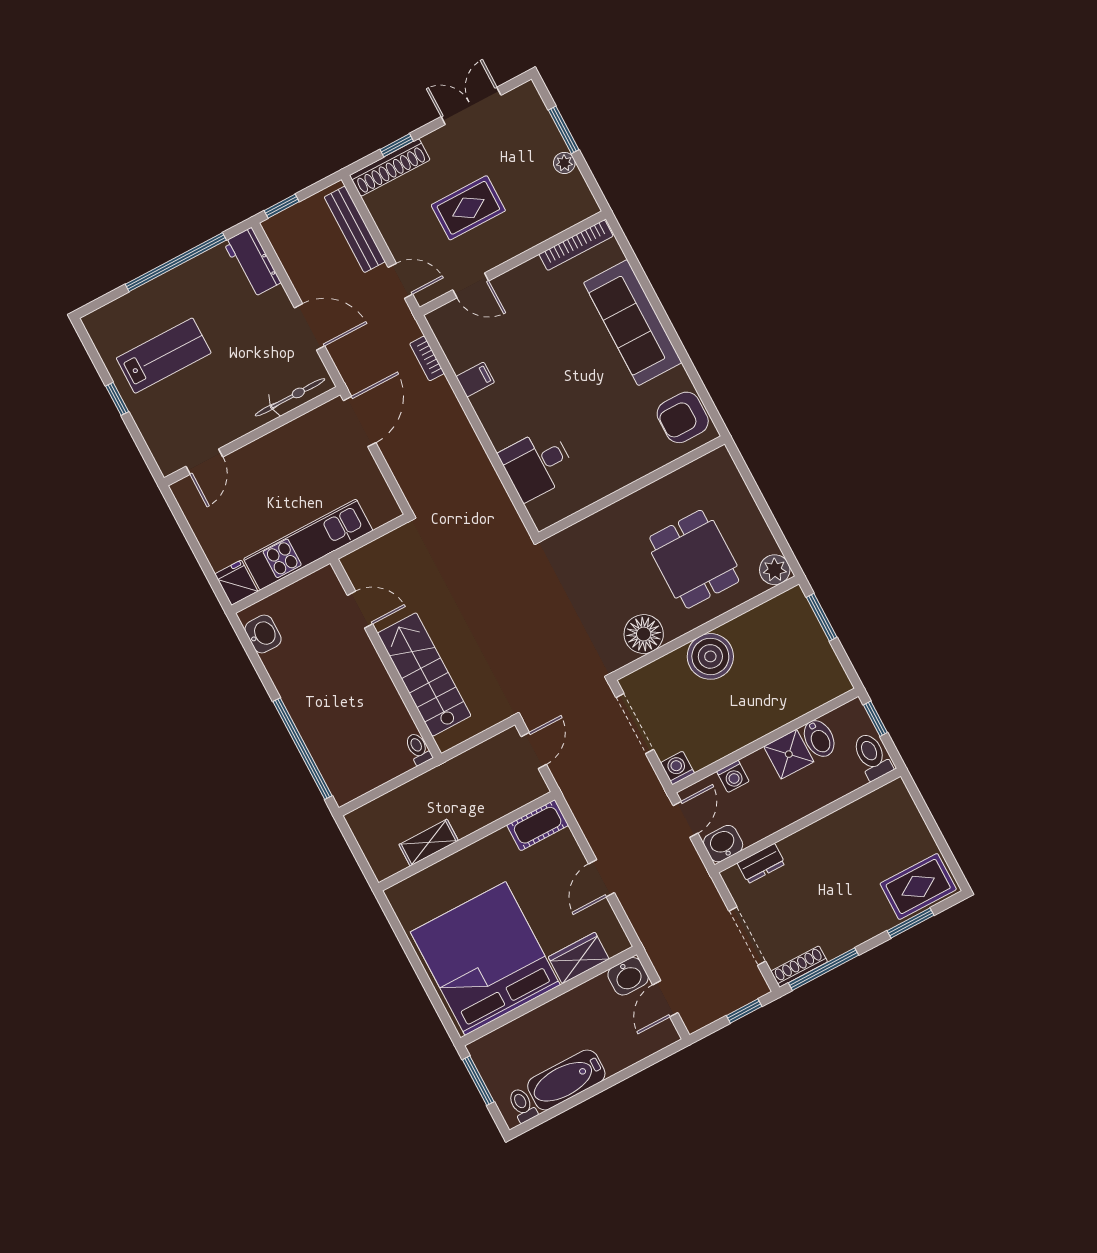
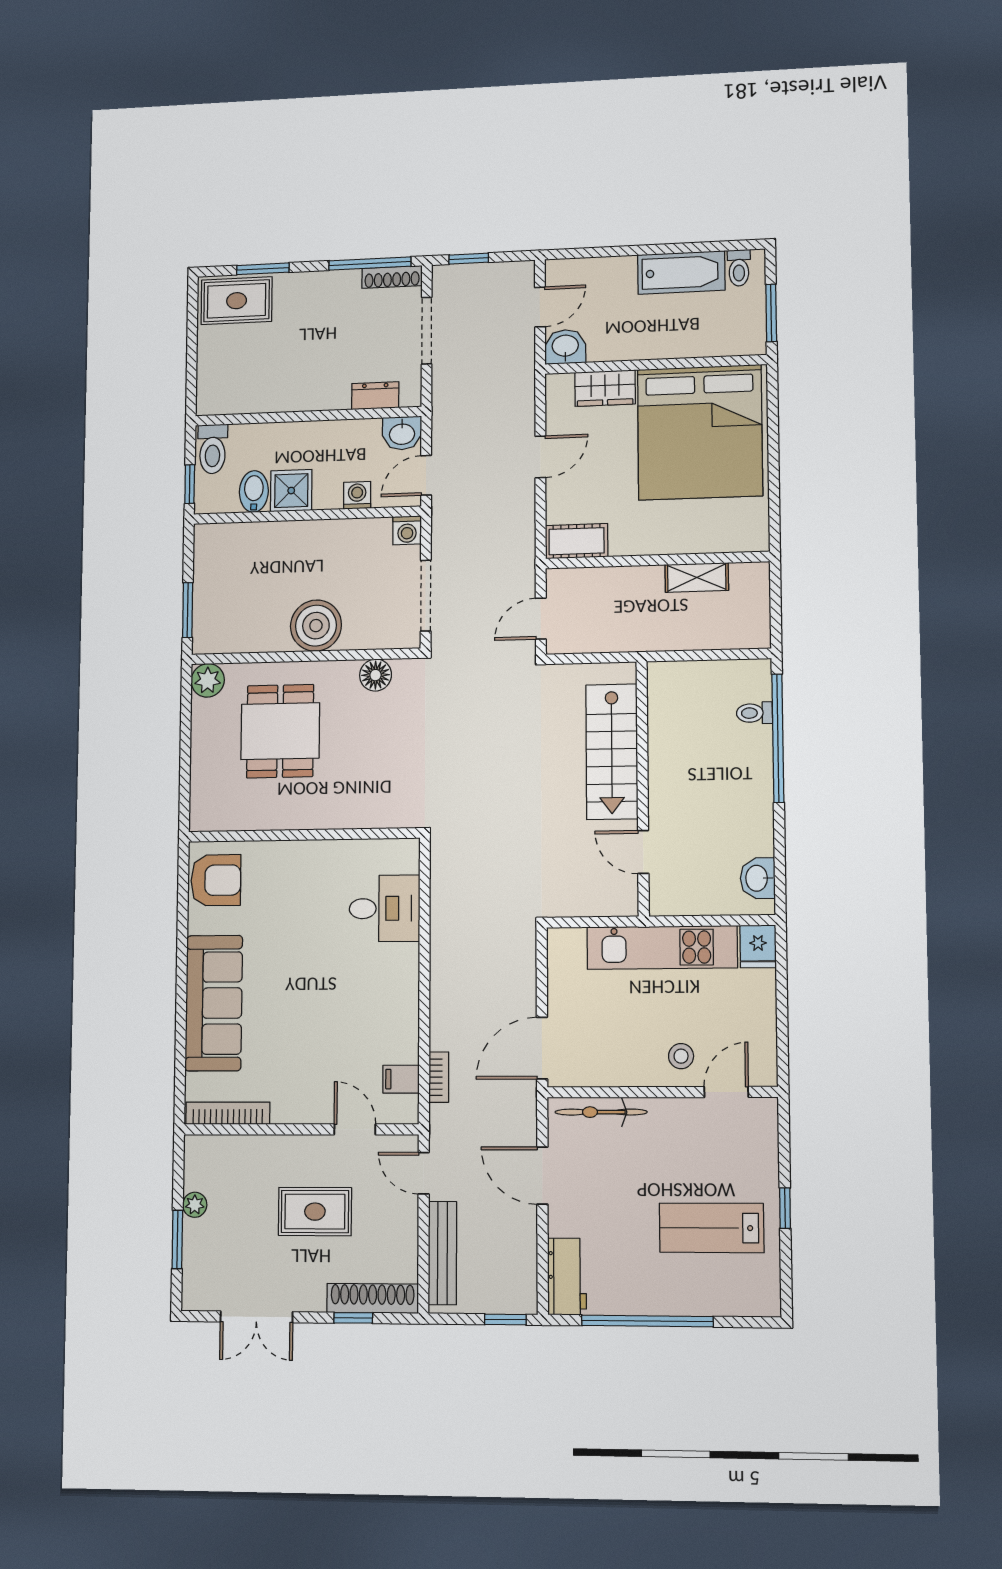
filing cabinet: (475, 379) -> (401, 1079), moved
stool: (252, 471) -> (681, 1056), added
floor lamp: (644, 634) -> (376, 675), width x0.73, depth x0.73
toilet: (418, 749) -> (754, 713), moved, turned 90

